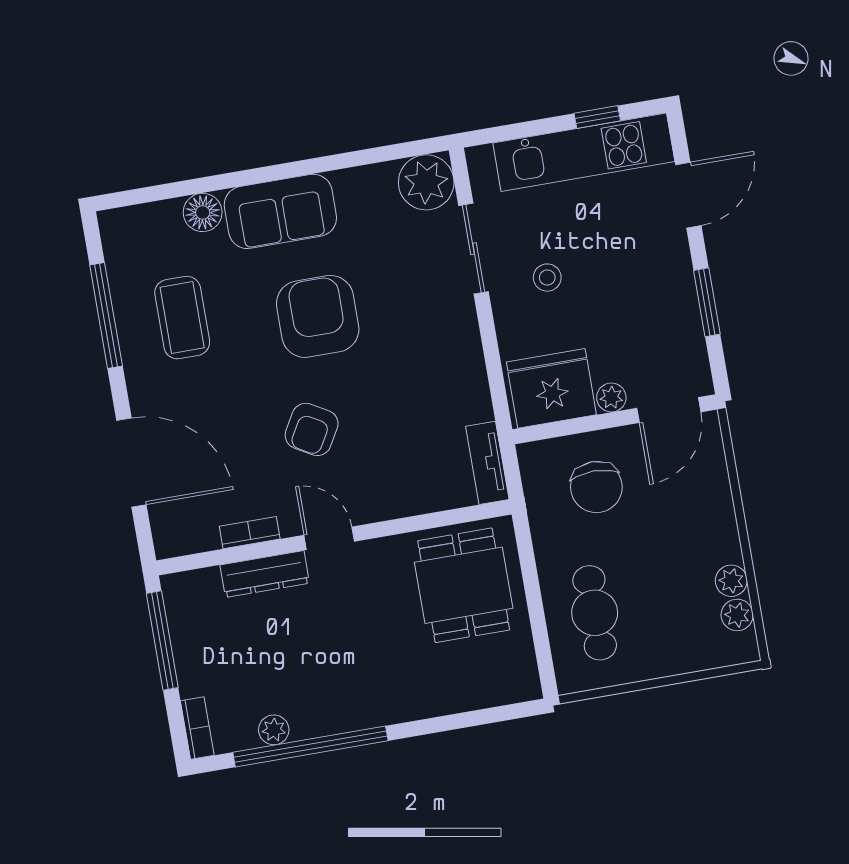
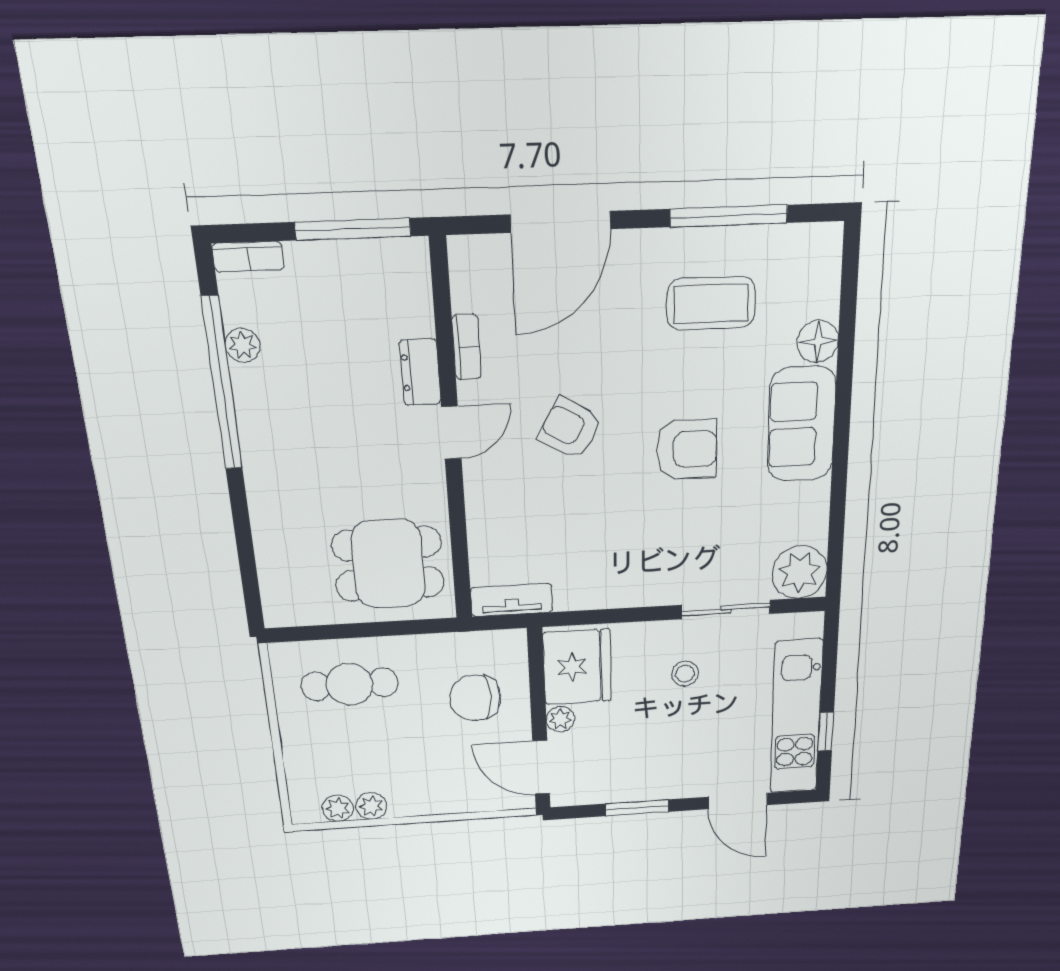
armchair: (318, 316) -> (687, 449), width x0.73, depth x0.73
dresser: (265, 574) -> (420, 372), width x0.70

